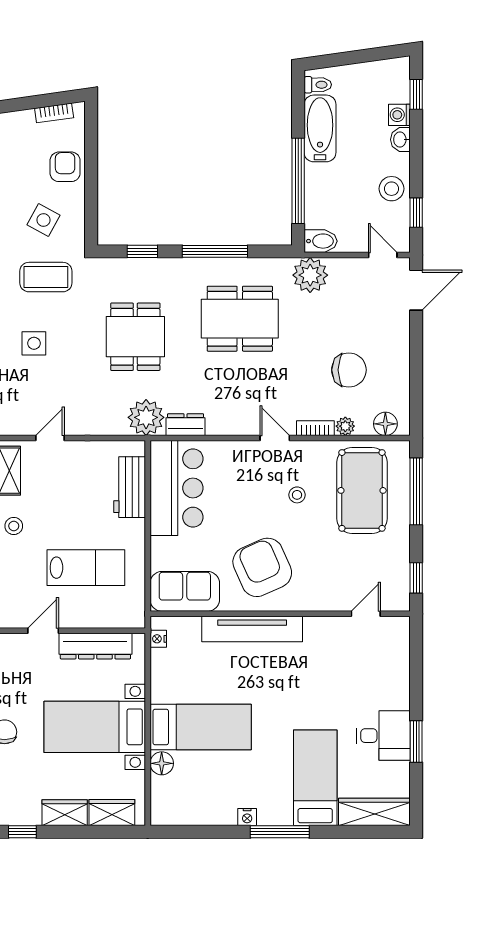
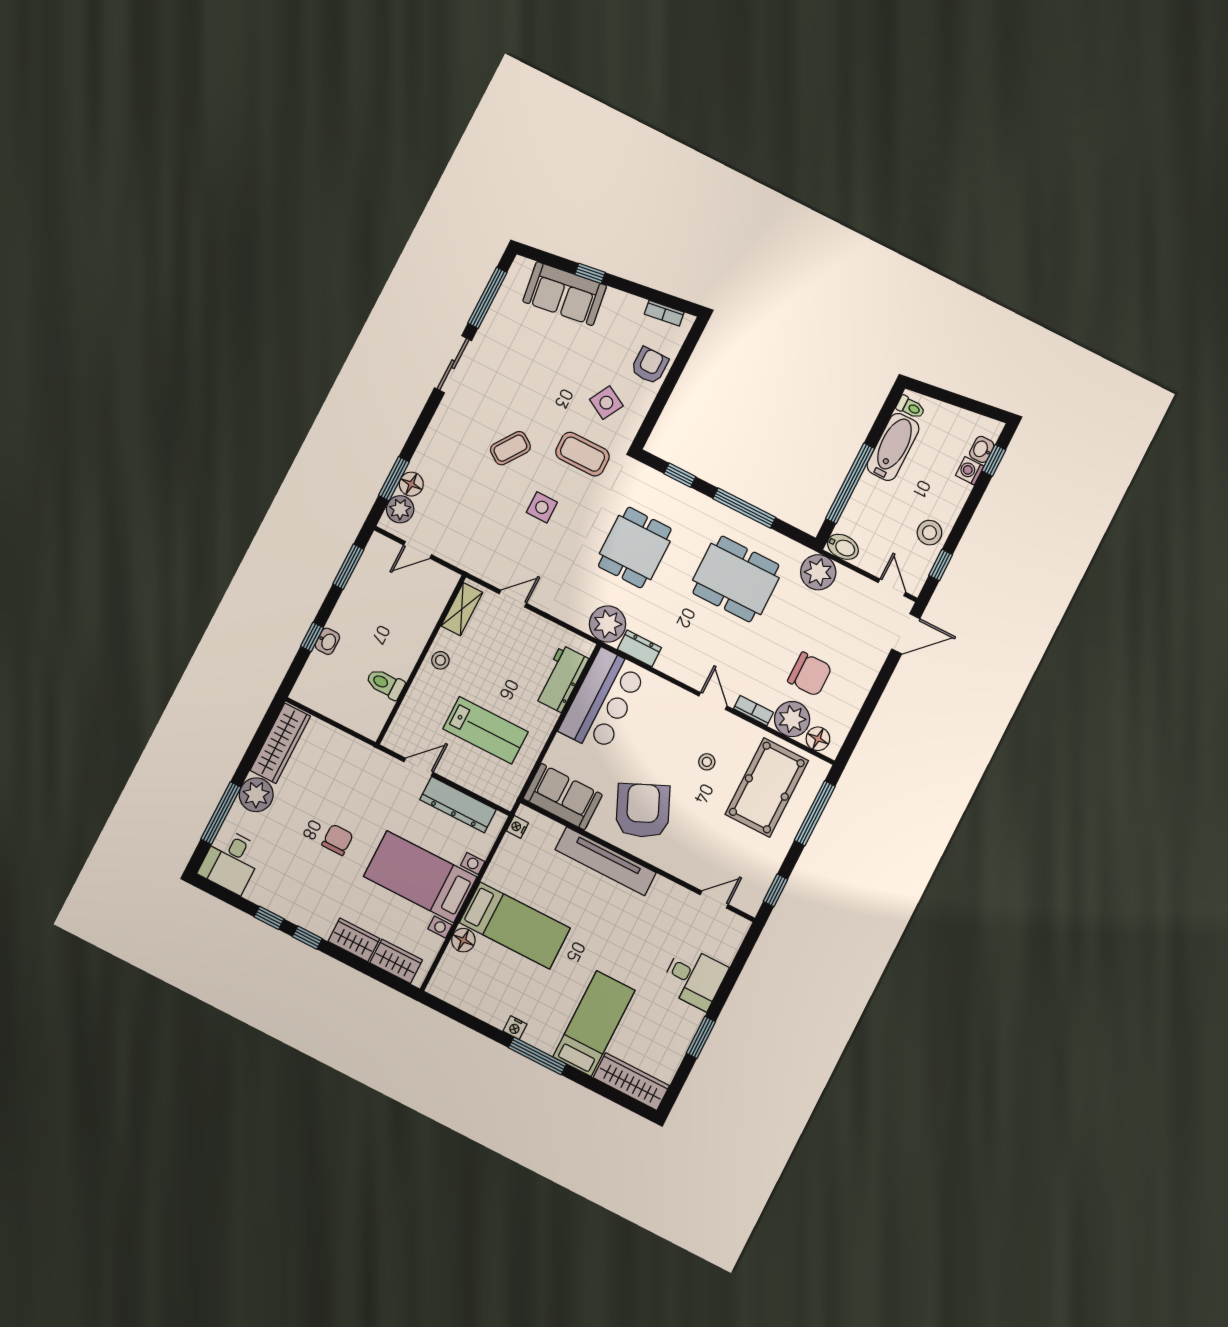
washbasin: (400, 140) -> (982, 449), moved
plant: (345, 426) -> (792, 719), width x1.88, depth x1.88
desk: (383, 736) -> (694, 978), moved

